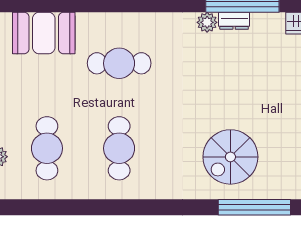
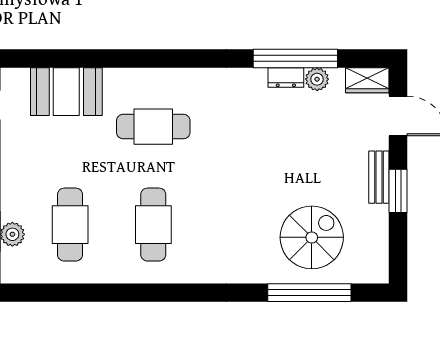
plant: (207, 22) -> (317, 79), moved
spiral stairs: (230, 157) -> (312, 237), moved, turned 180

